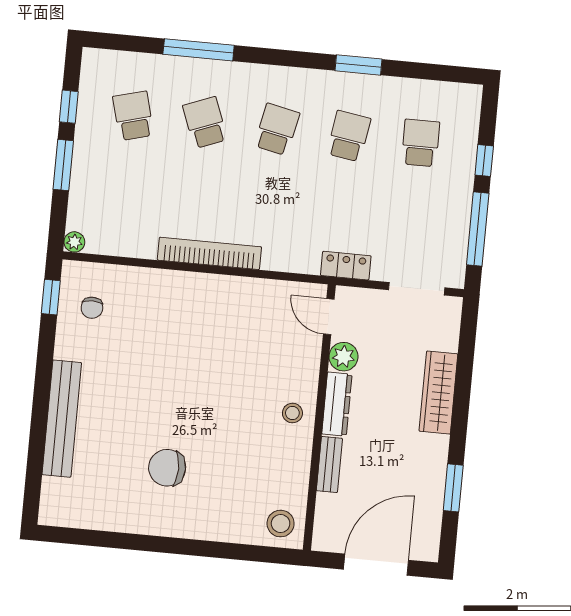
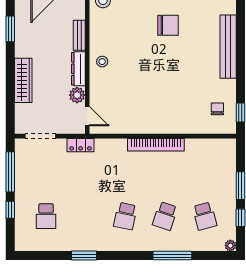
school desk: (205, 123) -> (165, 216), turned 39
school desk: (349, 136) -> (86, 216), removed
plant: (74, 242) -> (230, 246), moved

